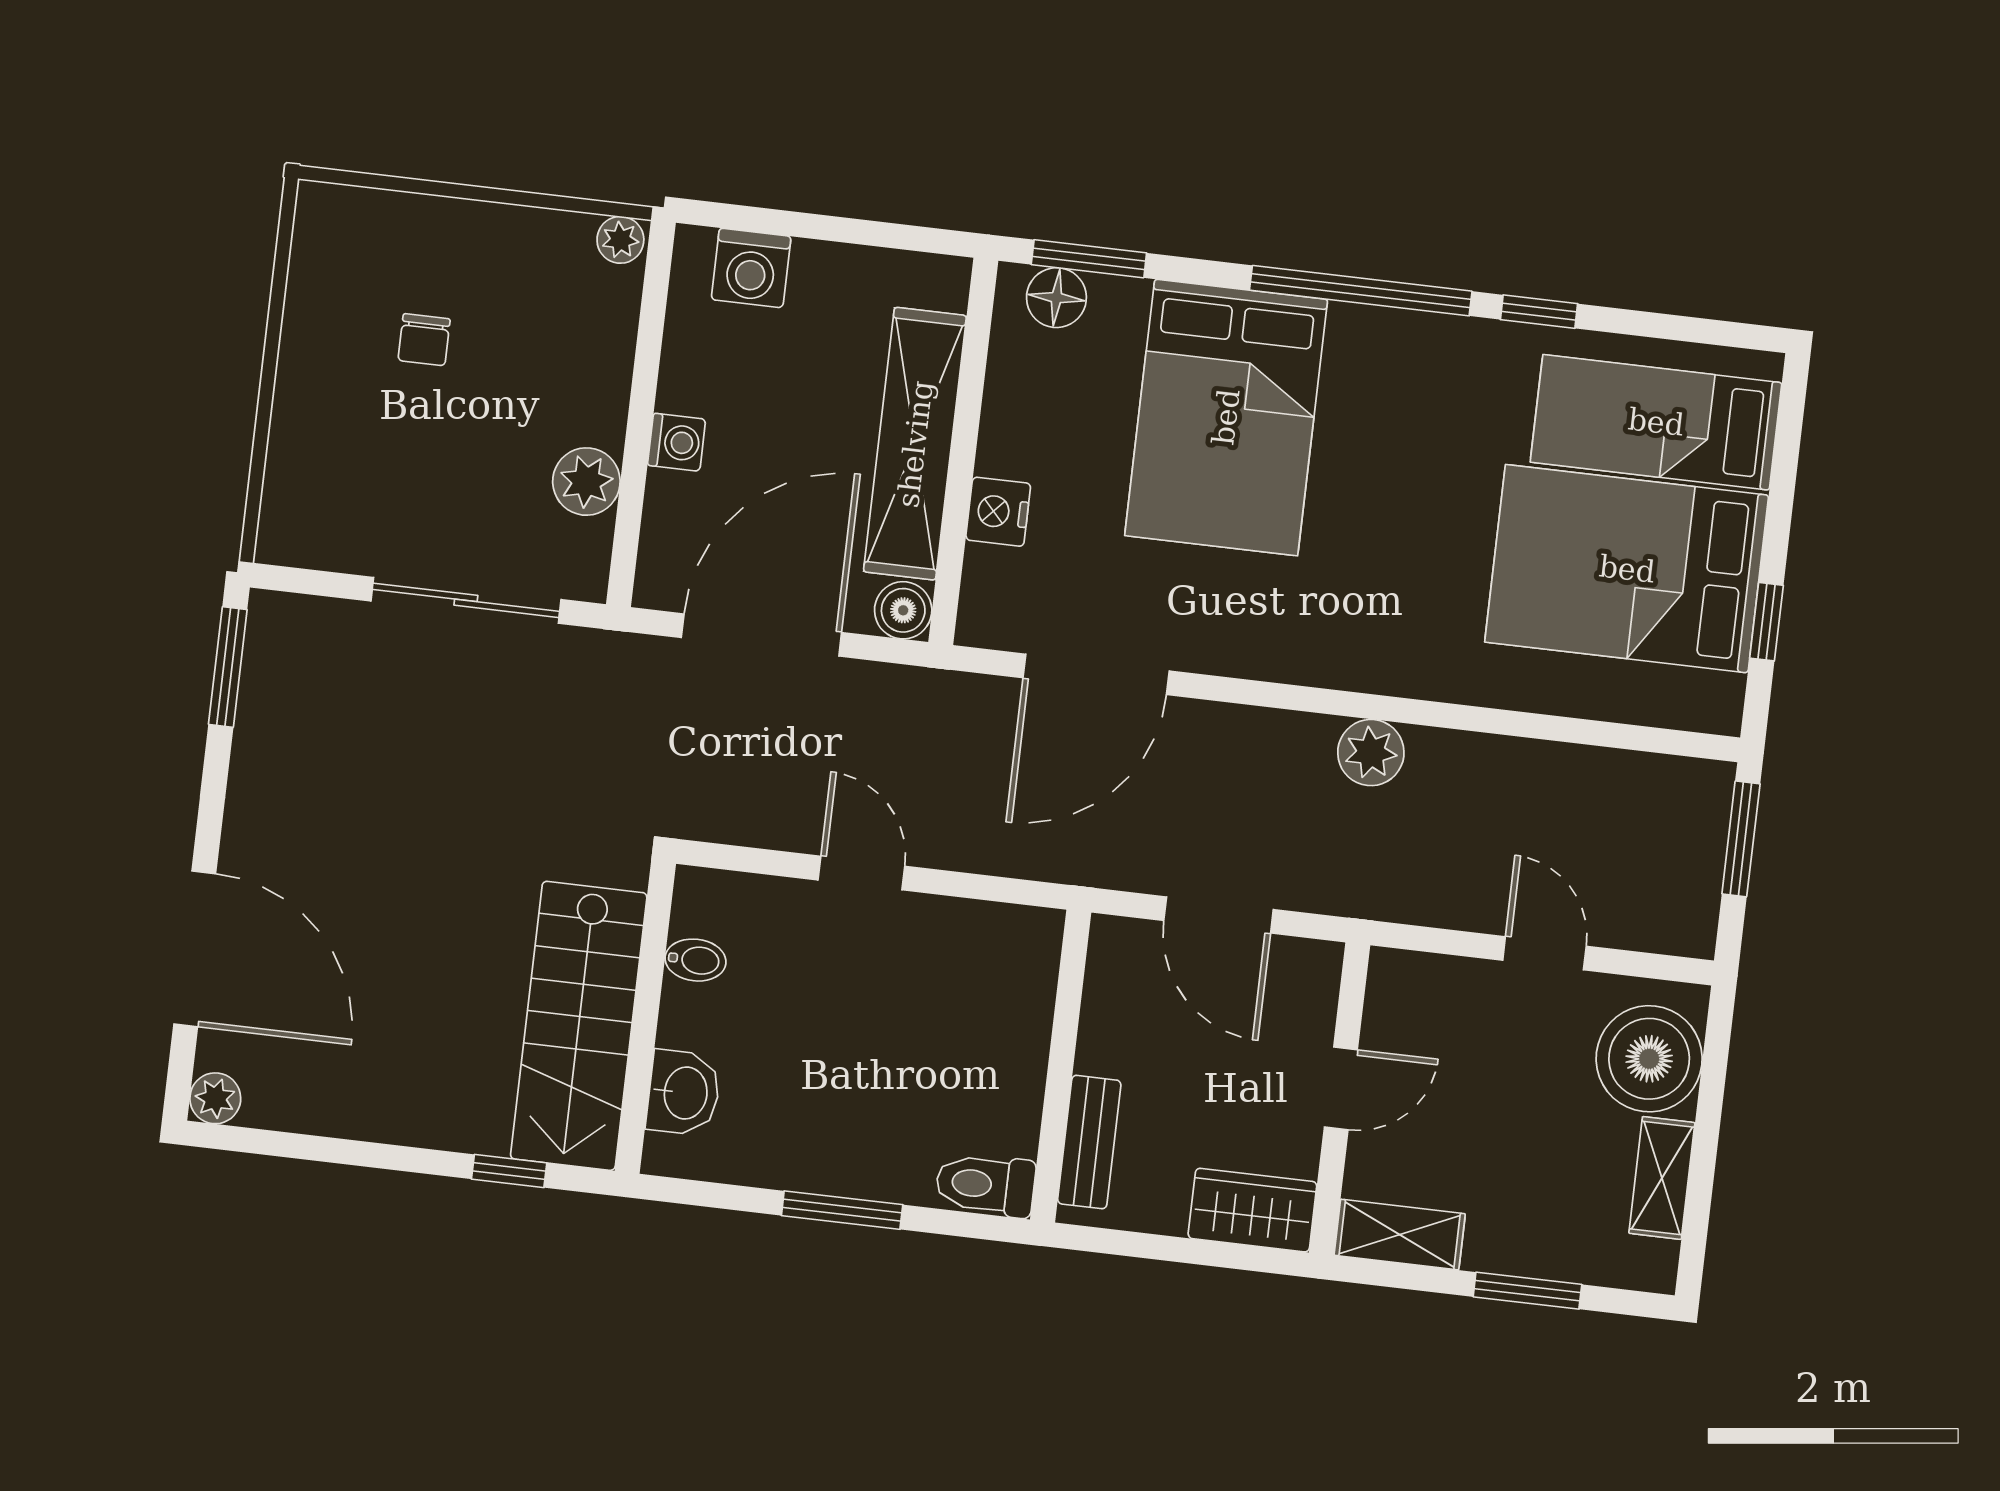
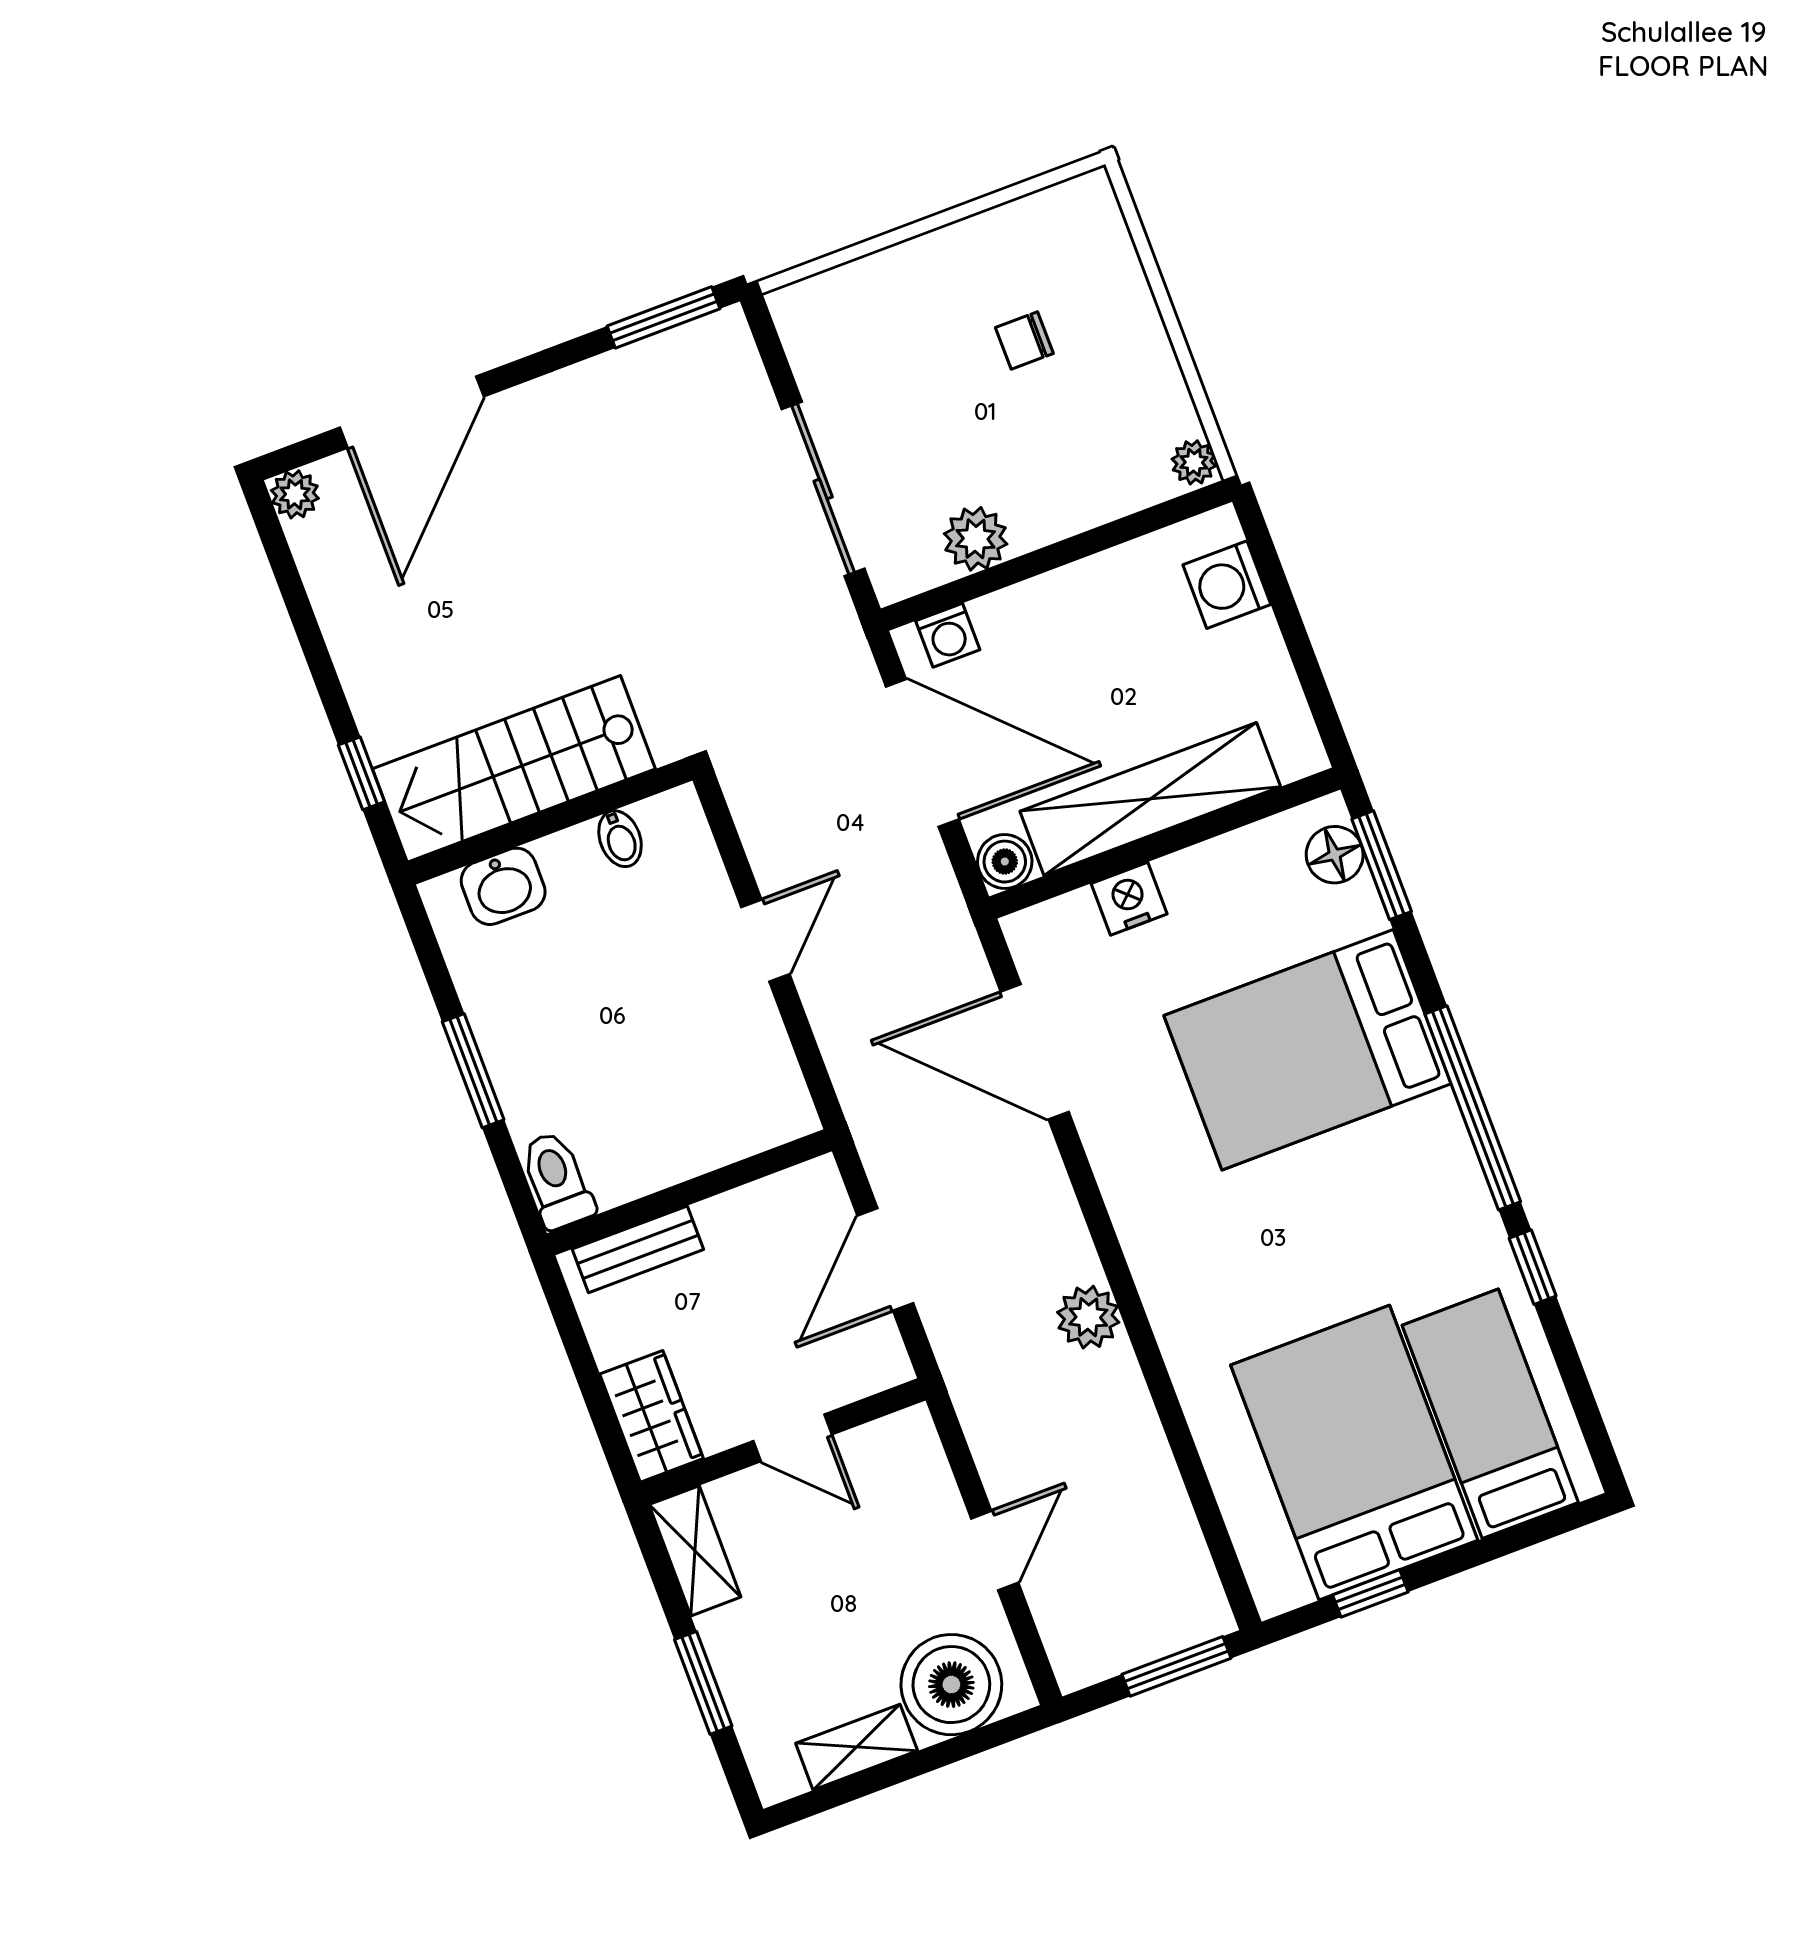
washing machine: (677, 442) -> (948, 635), moved

